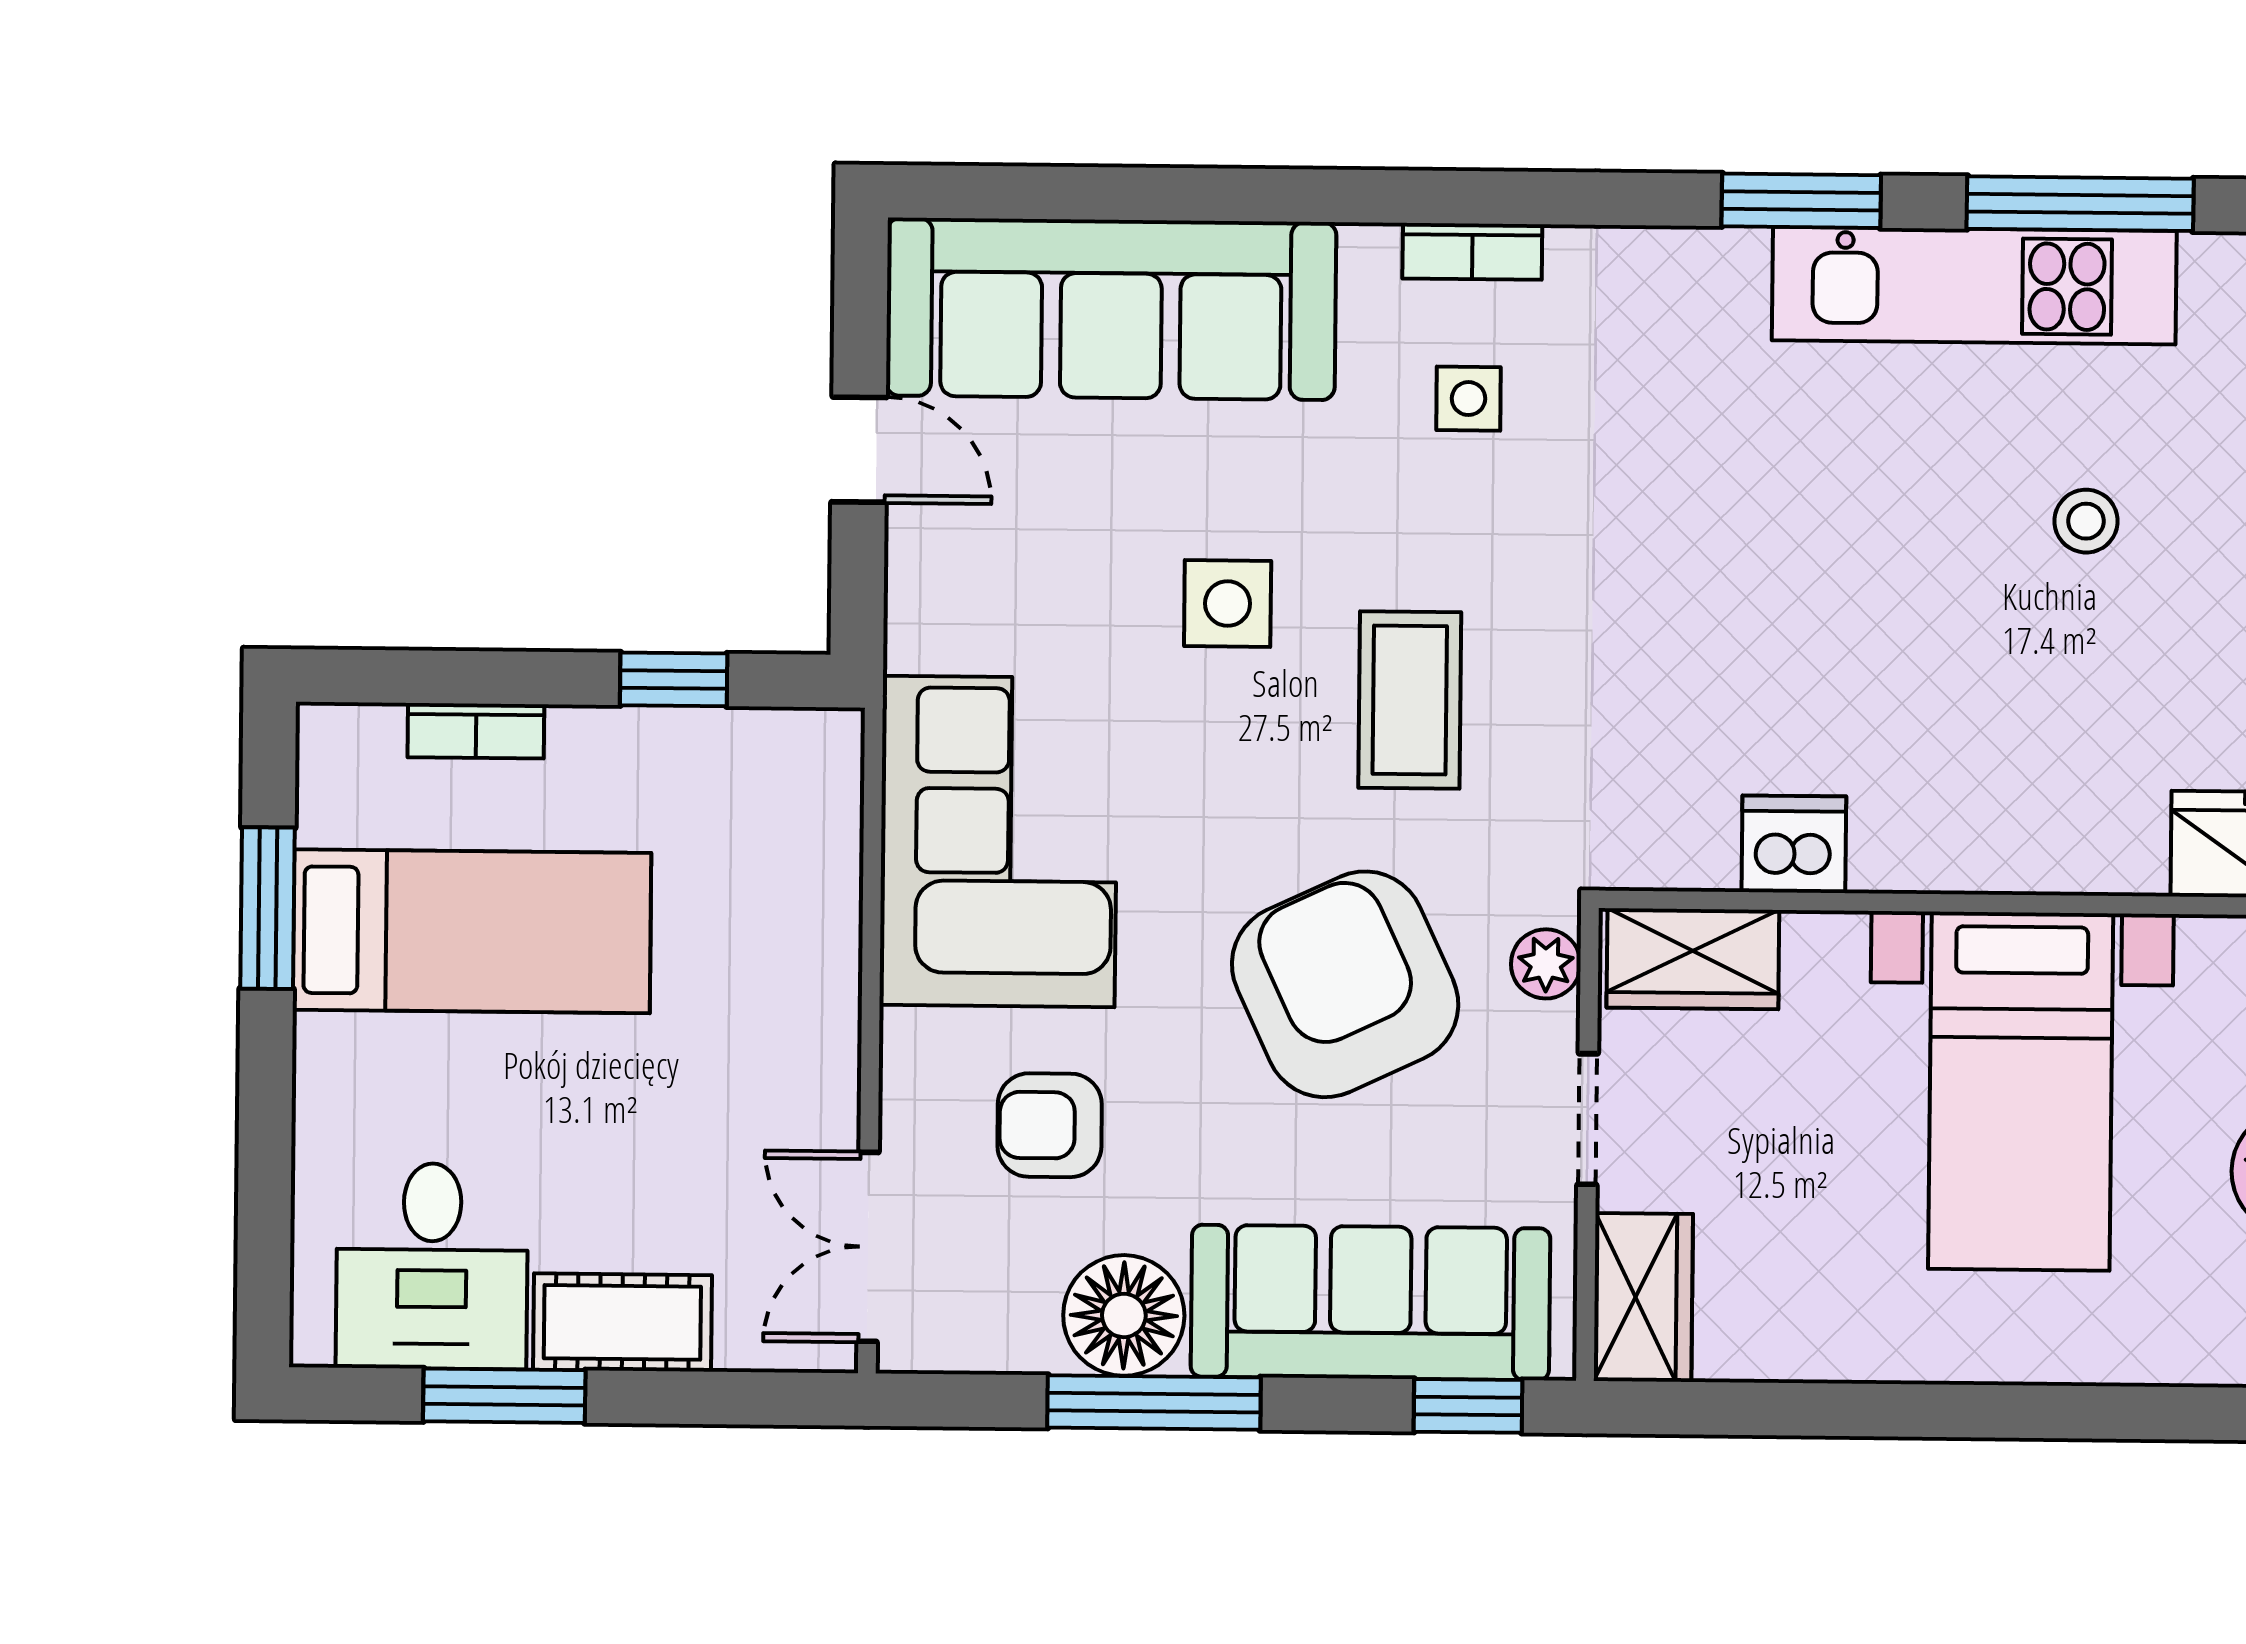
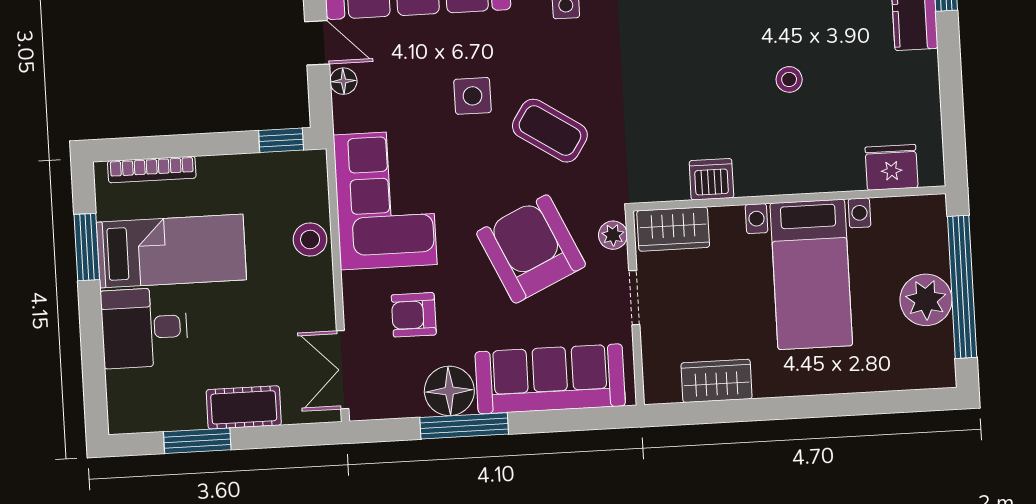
stool: (2086, 521) -> (789, 79), moved
floor lamp: (917, 547) -> (343, 81), added
window: (674, 679) -> (281, 140), moved
coffee table: (1410, 700) -> (550, 131), turned -57
bookcase: (476, 731) -> (152, 170), width x1.56
stool: (810, 926) -> (310, 239), added
desk: (432, 1266) -> (144, 328), moved, turned 90
wardrobe: (1643, 1297) -> (716, 381), moved, turned -90
window: (1468, 1406) -> (593, 419), removed

